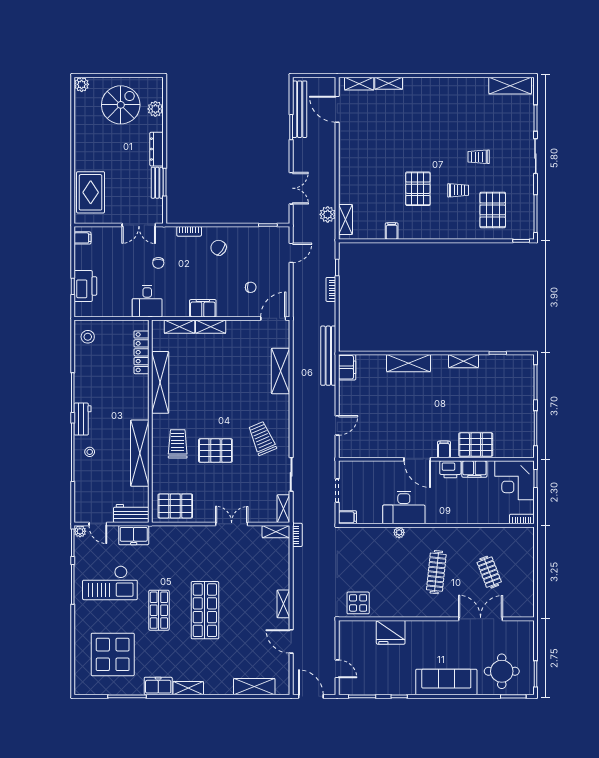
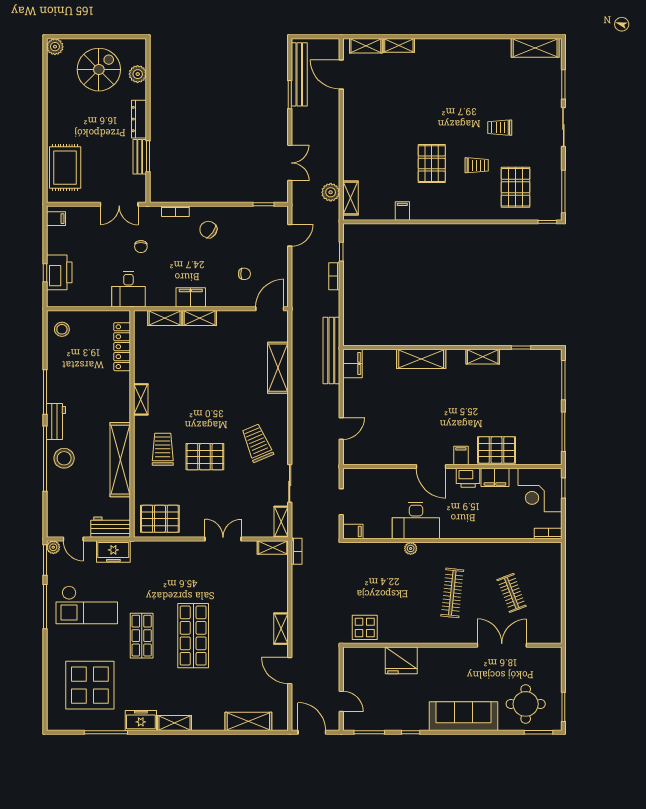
shelving: (160, 382) -> (141, 399), width x0.45, depth x0.75
stool: (90, 452) -> (64, 458), width x1.89, depth x1.89

